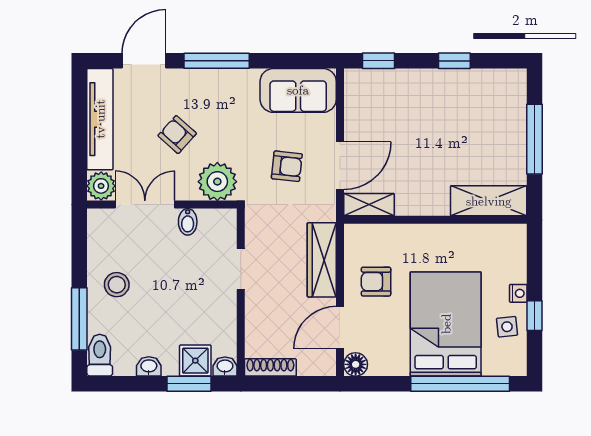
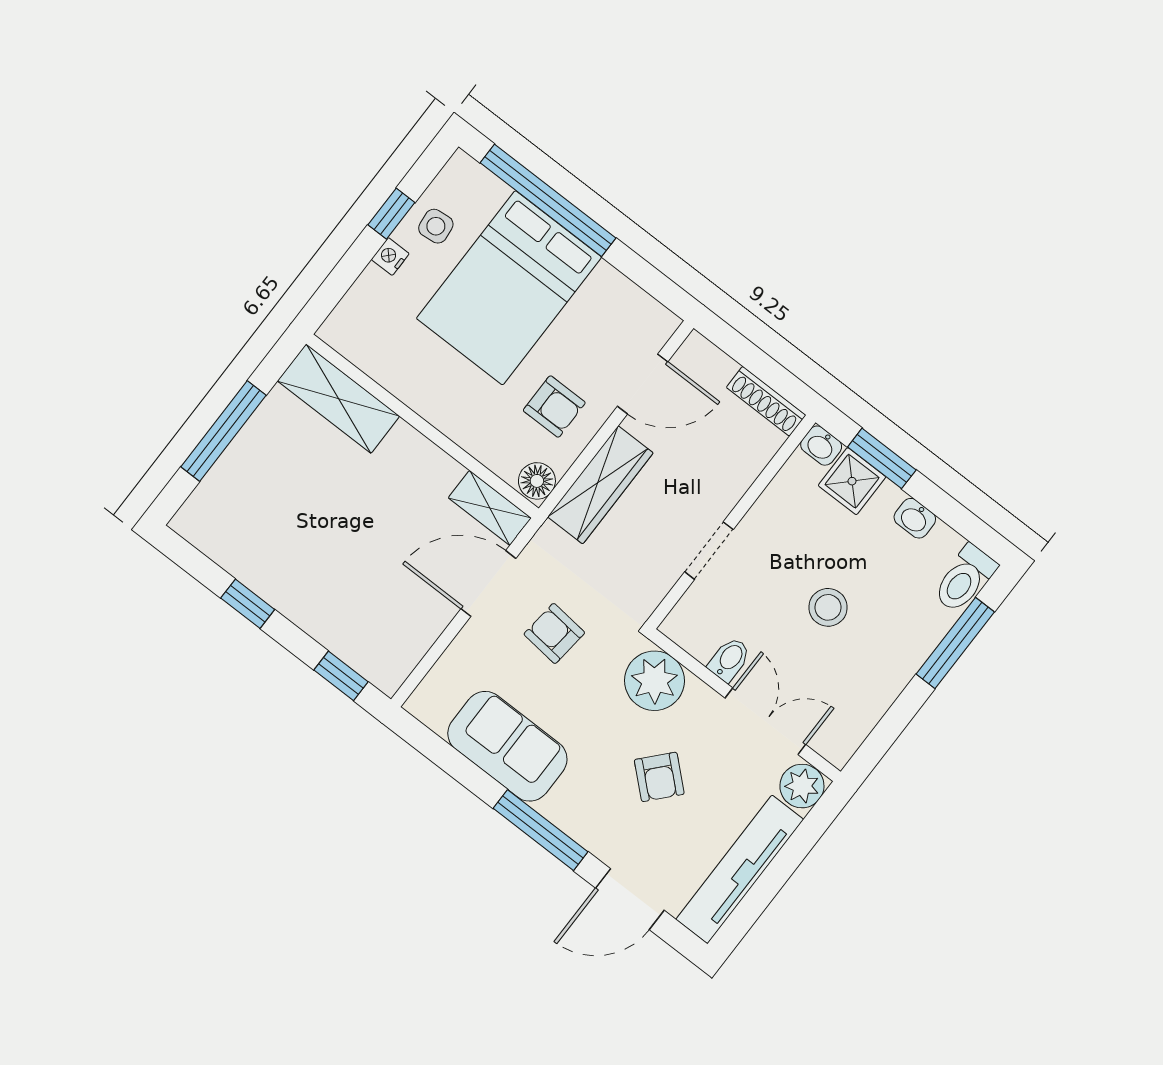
sofa: (298, 90) -> (507, 746), moved
double door: (145, 205) -> (765, 721), swing flipped
stool: (117, 285) -> (828, 607), moved
floor lamp: (356, 364) -> (537, 481), moved

